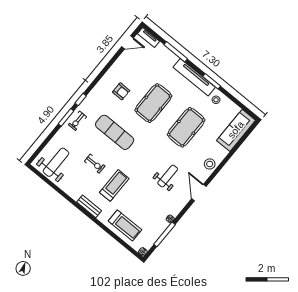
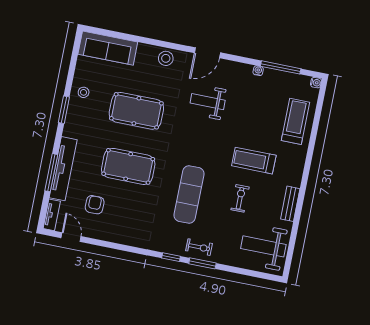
tv unit: (194, 77) -> (63, 169), moved
armchair: (121, 91) -> (95, 205), moved
bench: (89, 206) -> (290, 204), moved

